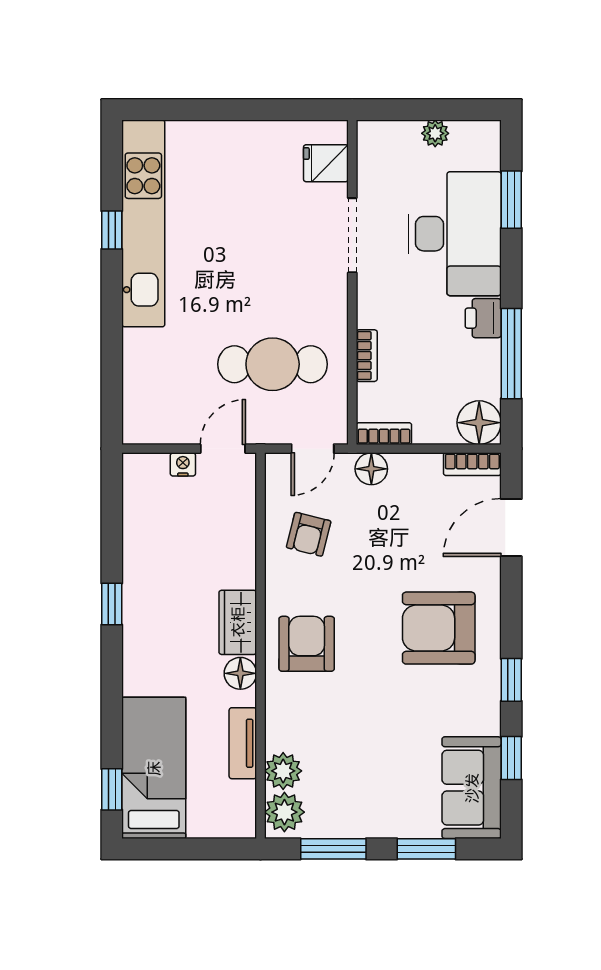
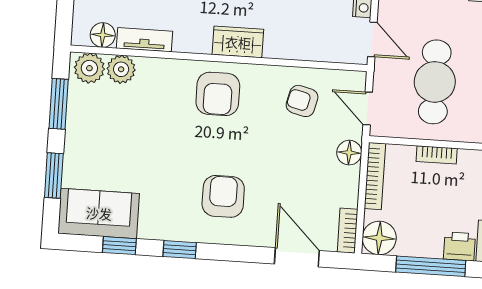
bookcase: (384, 434) -> (375, 176), width x1.56
armchair: (439, 628) -> (223, 196), width x0.73, depth x0.73
armchair: (307, 644) -> (218, 94), turned 90
floor lamp: (240, 673) -> (103, 35), moved

